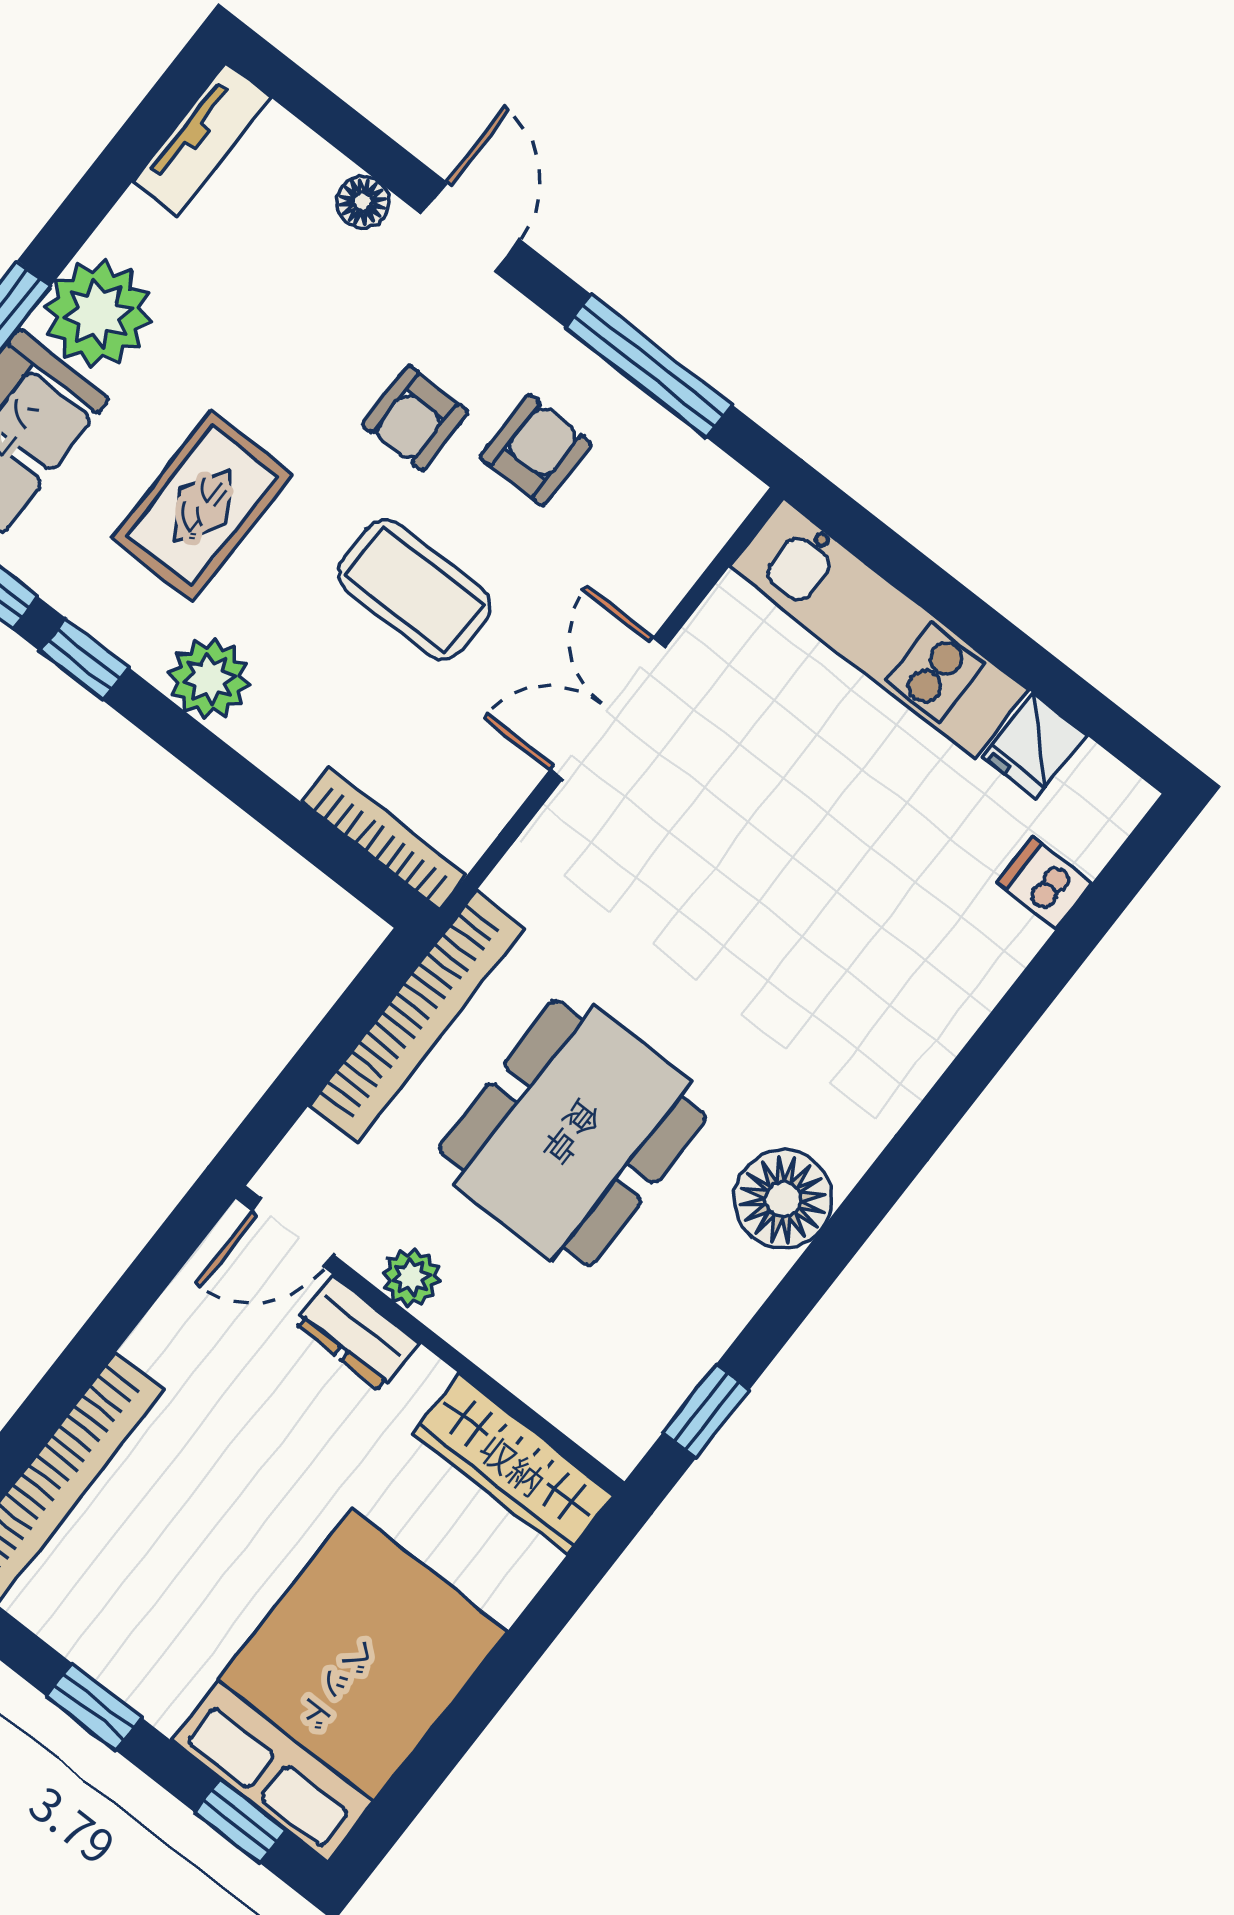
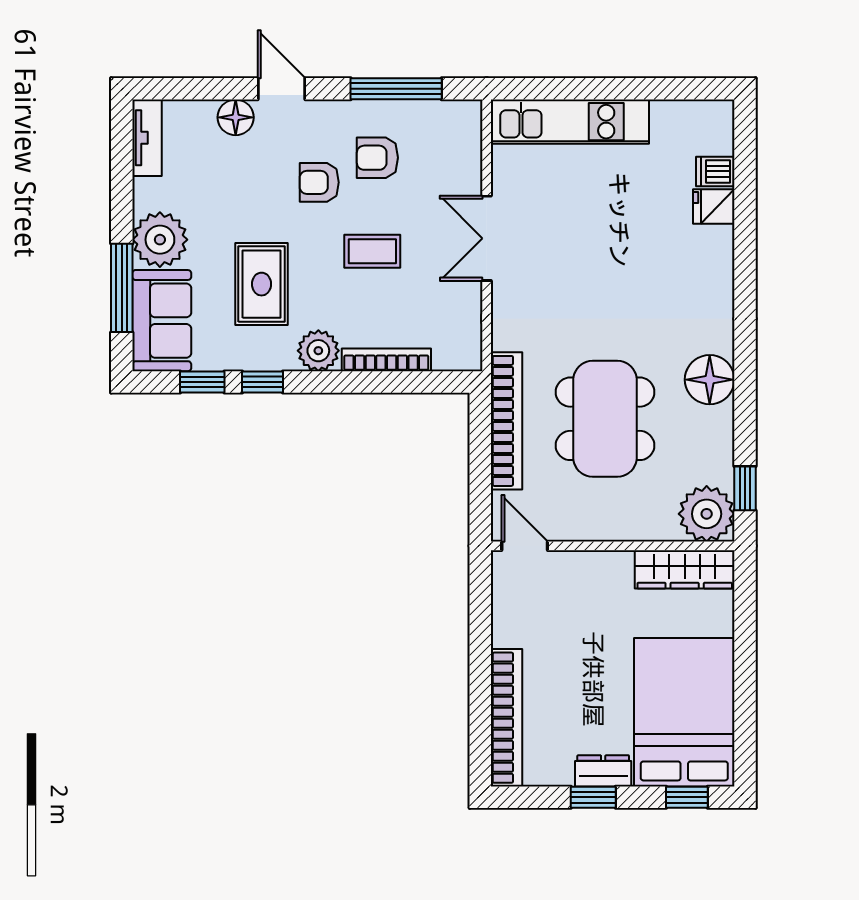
floor lamp: (363, 202) -> (236, 117), width x1.37, depth x1.37
armchair: (415, 418) -> (319, 182), turned 90
armchair: (536, 450) -> (377, 158), turned -90
coffee table: (414, 590) -> (372, 251), width x0.73, depth x0.77
fridge: (1035, 746) -> (714, 207), moved, turned 90
bookcase: (384, 838) -> (386, 360), moved
door: (293, 1233) -> (525, 546), swing flipped
plant: (411, 1277) -> (707, 514), moved, width x1.87, depth x1.87
dresser: (357, 1333) -> (603, 771), moved, turned 180

